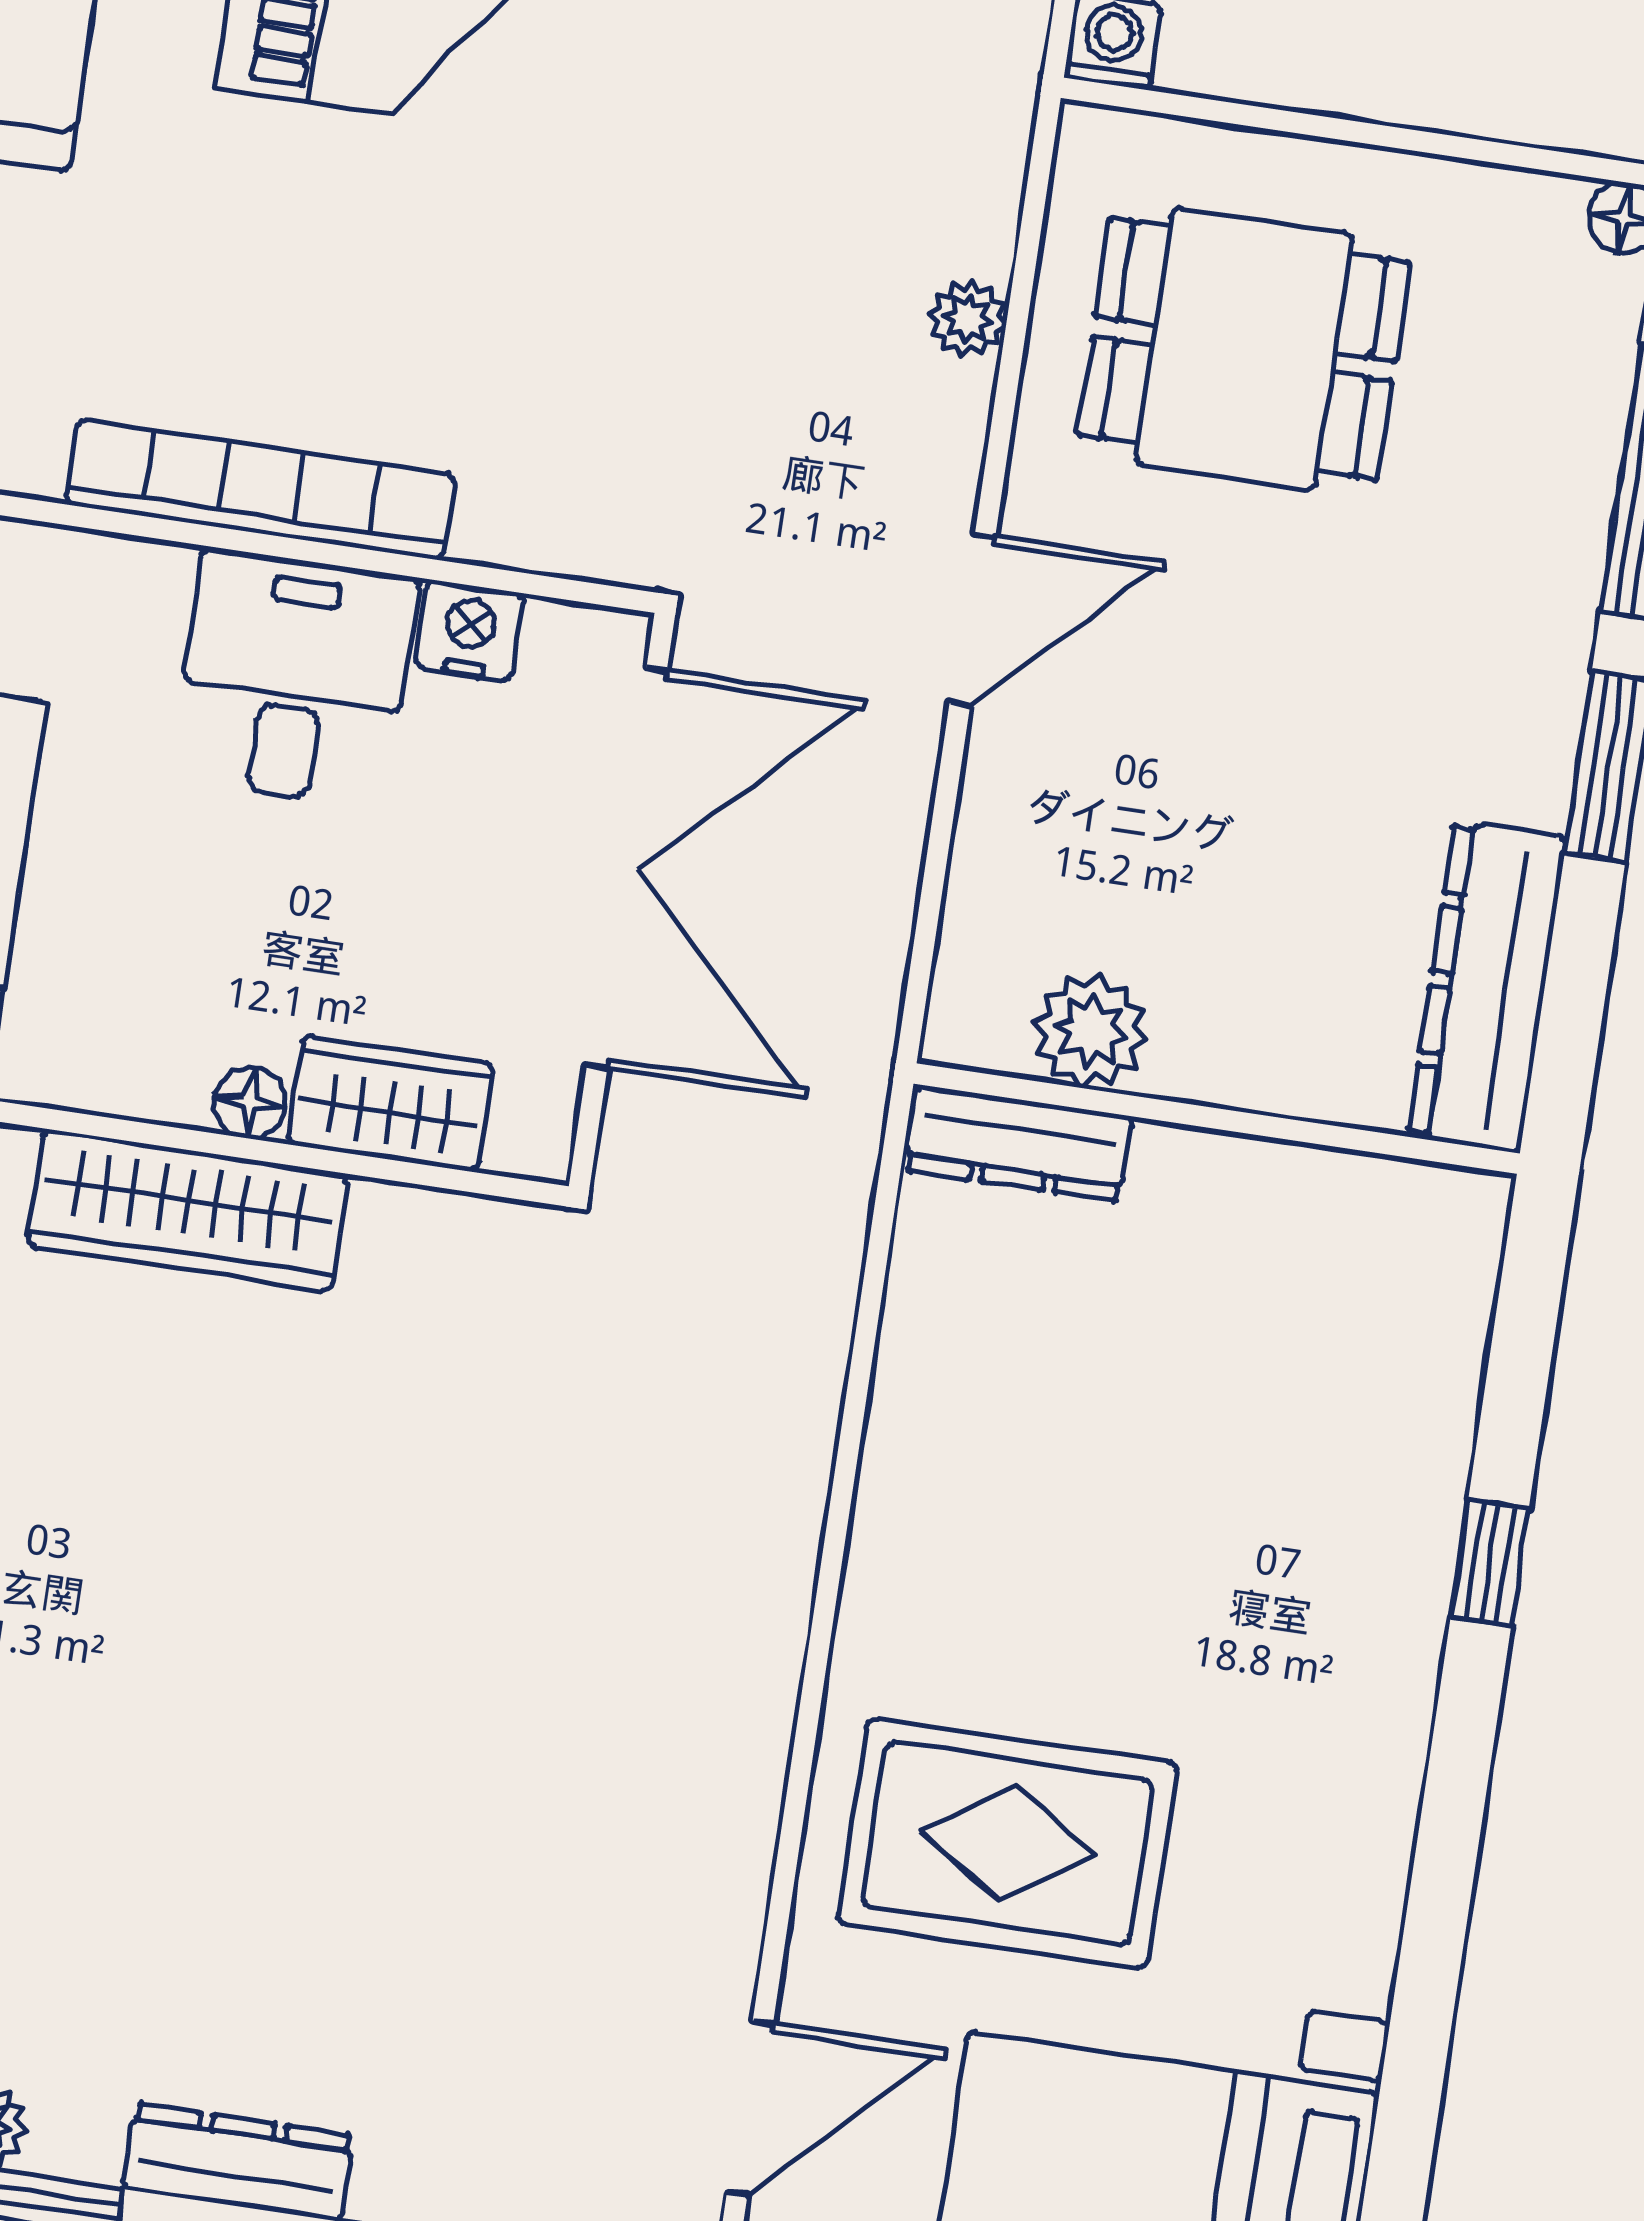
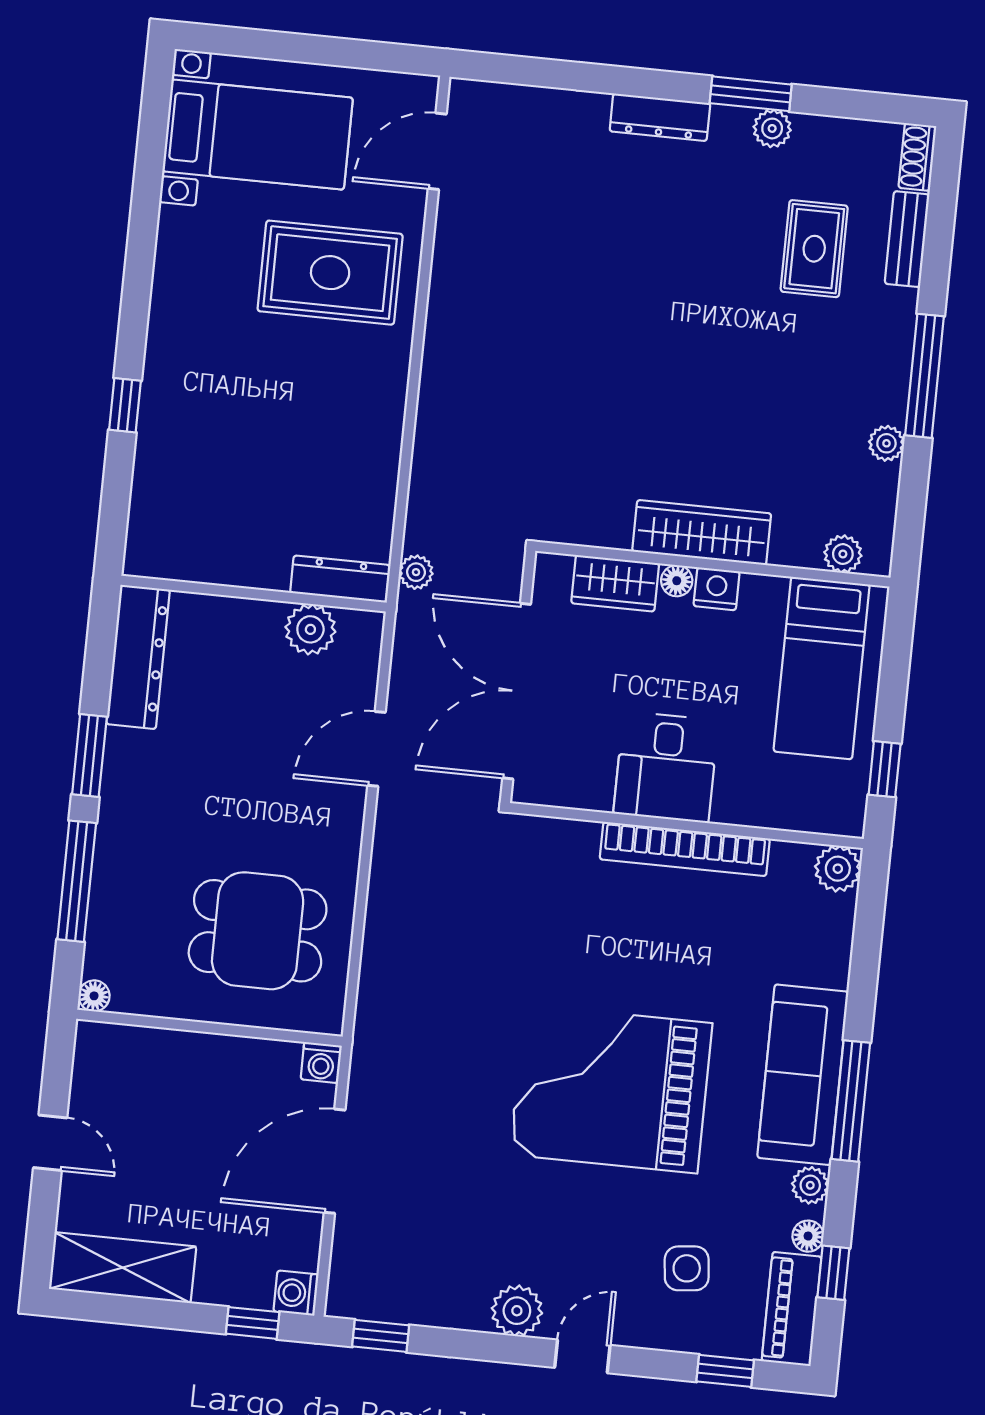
plant: (968, 319) -> (416, 572), moved
door: (972, 620) -> (377, 749), moved
nightstand: (469, 631) -> (717, 589), moved, turned 180

